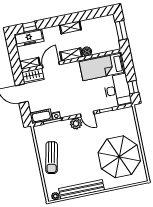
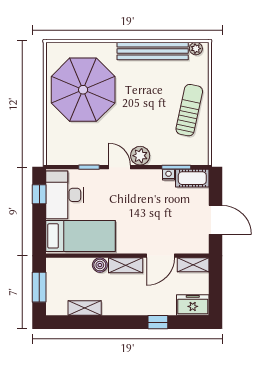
window: (30, 27) -> (158, 322), moved
shelving: (70, 27) -> (85, 308), moved
freezer: (29, 38) -> (193, 305), width x0.71
wardrobe: (33, 76) -> (192, 244), removed

